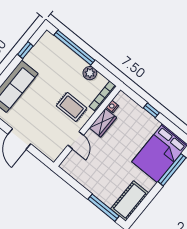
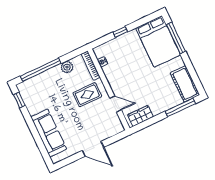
window: (25, 50) -> (19, 100), moved
wardrobe: (103, 123) -> (140, 116), moved, turned -90

